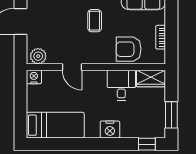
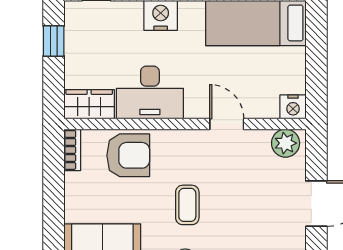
bookcase: (161, 37) -> (72, 150), moved
desk: (121, 85) -> (150, 92), width x1.37
window: (171, 115) -> (54, 41), width x0.67

